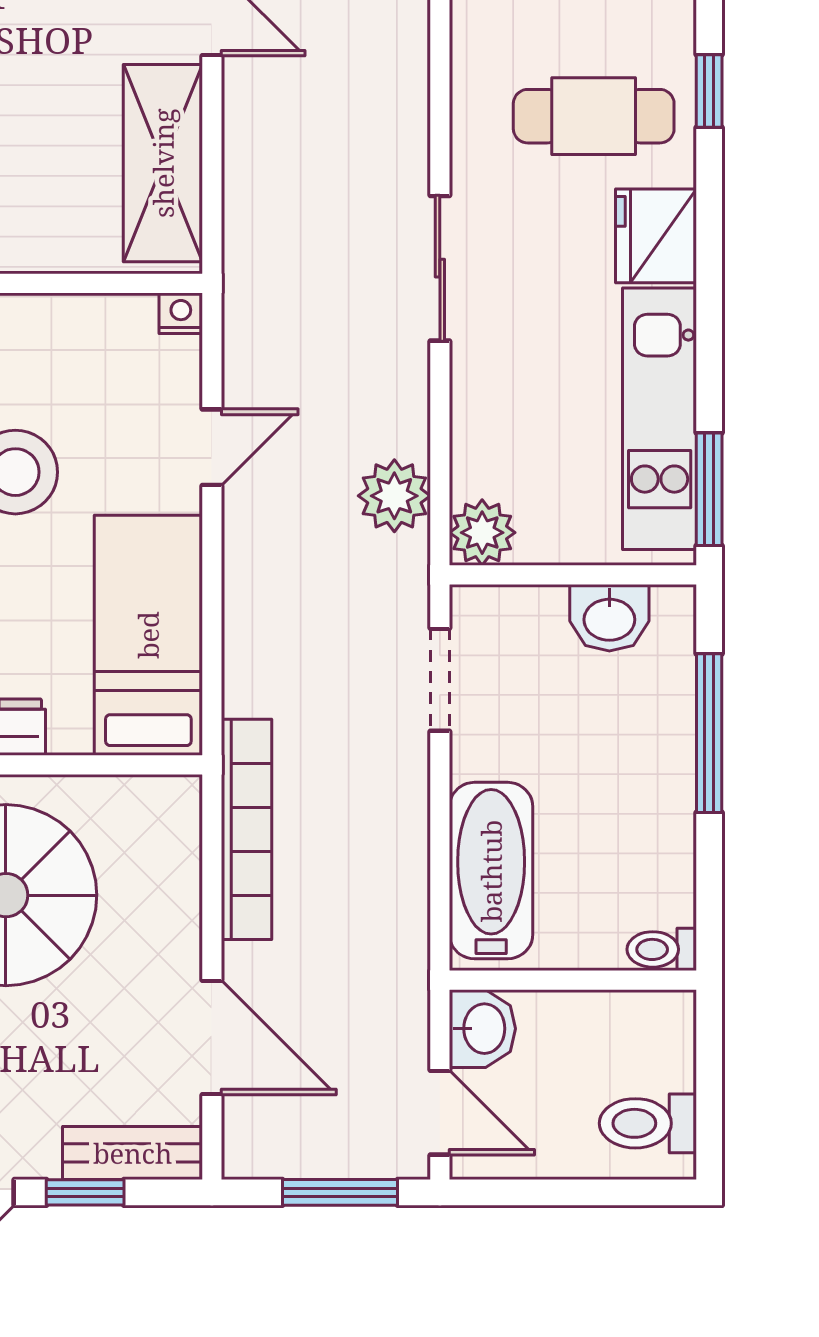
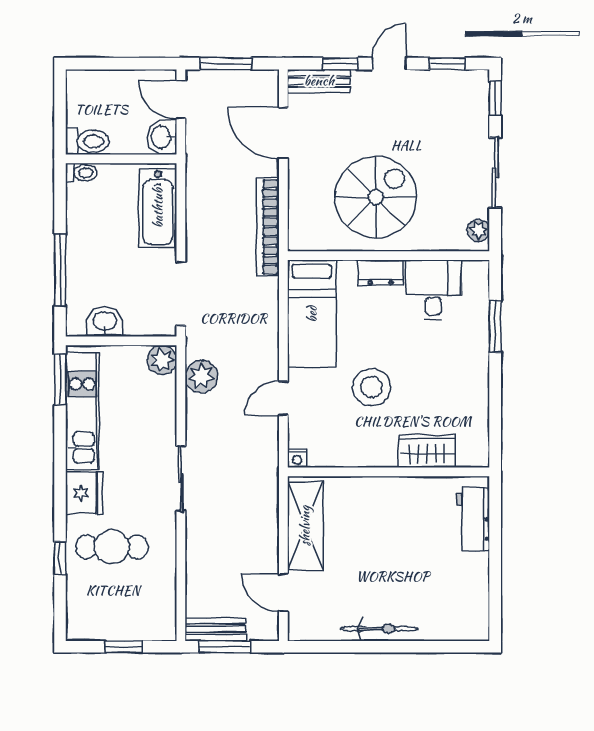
doorway: (440, 680) -> (181, 294), width x1.38
toilet: (648, 1123) -> (88, 141), moved

